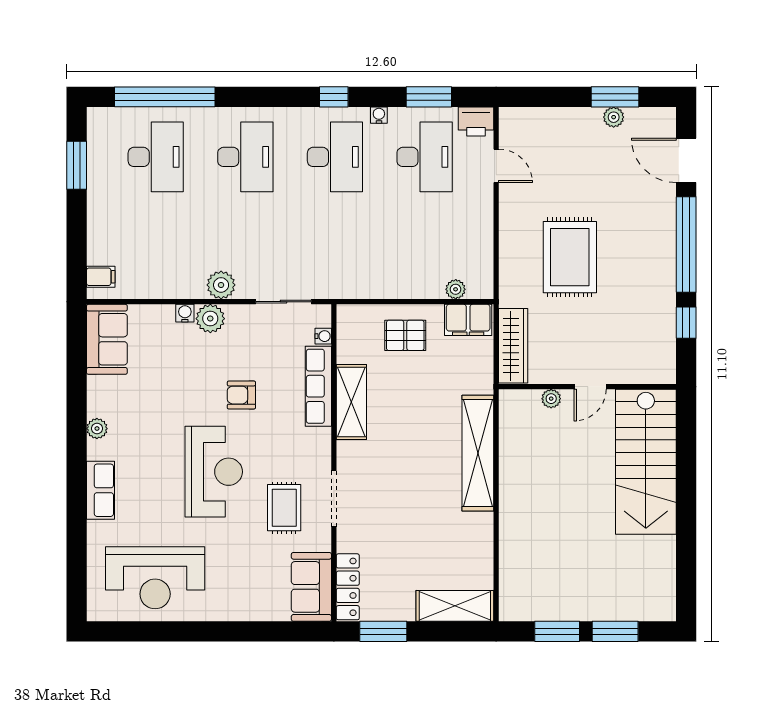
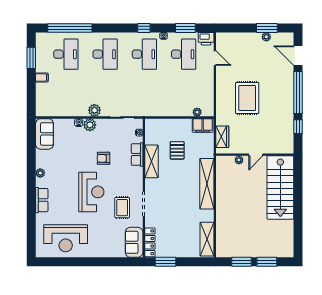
filing cabinet: (101, 277) -> (42, 77), moved
pallet: (405, 335) -> (177, 150), moved, turned 90
wardrobe: (513, 346) -> (222, 137), width x0.67
row of seats: (318, 386) -> (137, 155), width x0.68
shelving: (455, 606) -> (207, 239), moved, turned 90

